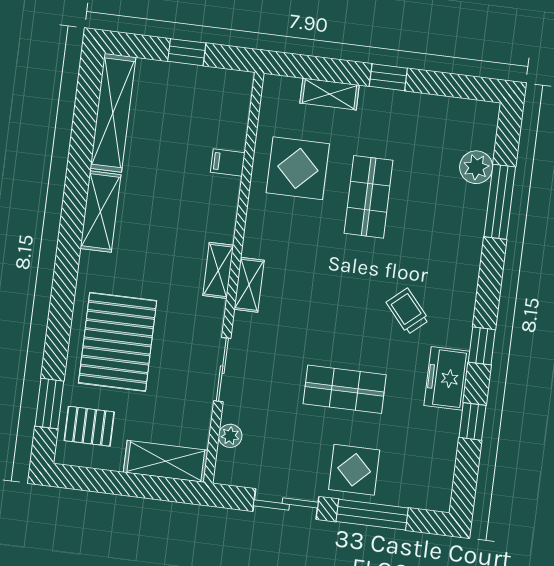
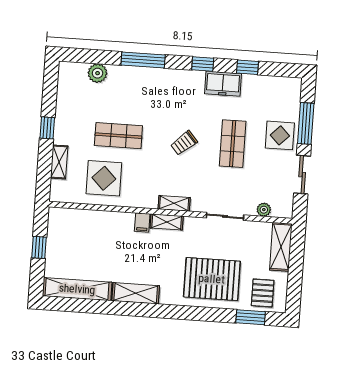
filing cabinet: (228, 162) -> (142, 223), moved
window: (500, 202) -> (143, 60), moved
trolley: (408, 311) -> (184, 143), moved

